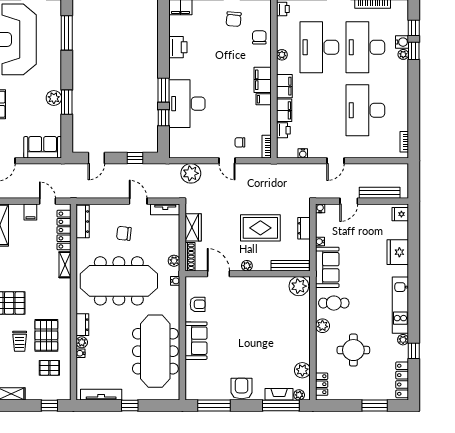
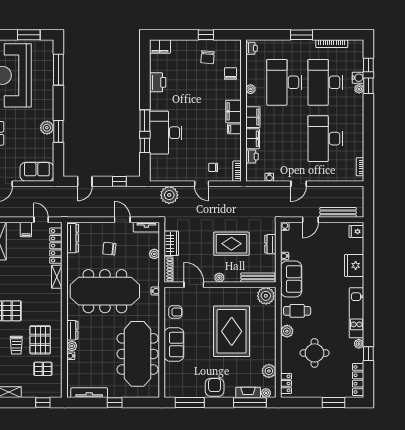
plant: (174, 261) -> (154, 254), moved
rug: (261, 326) -> (232, 331), added

